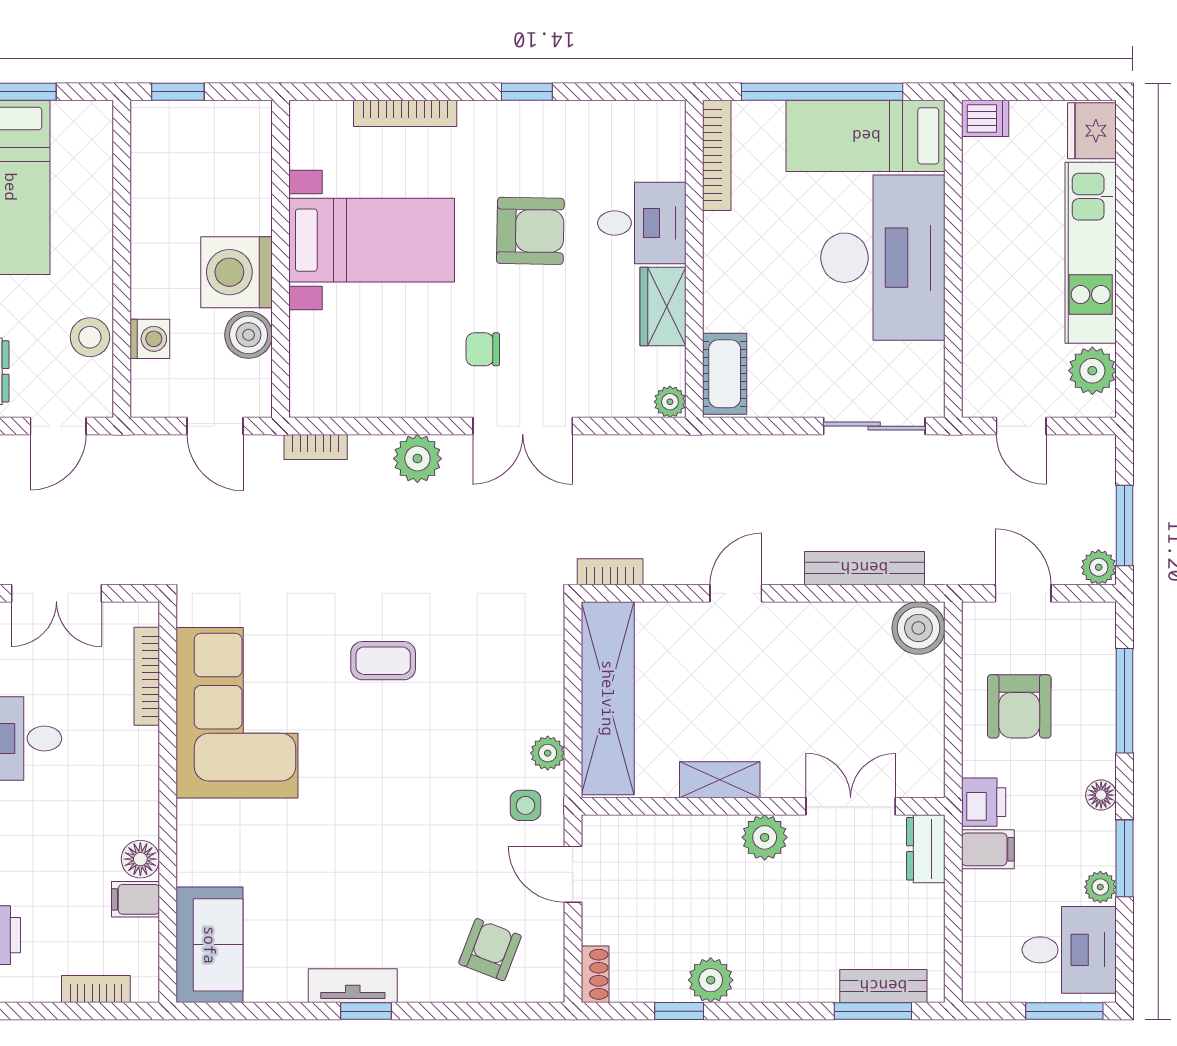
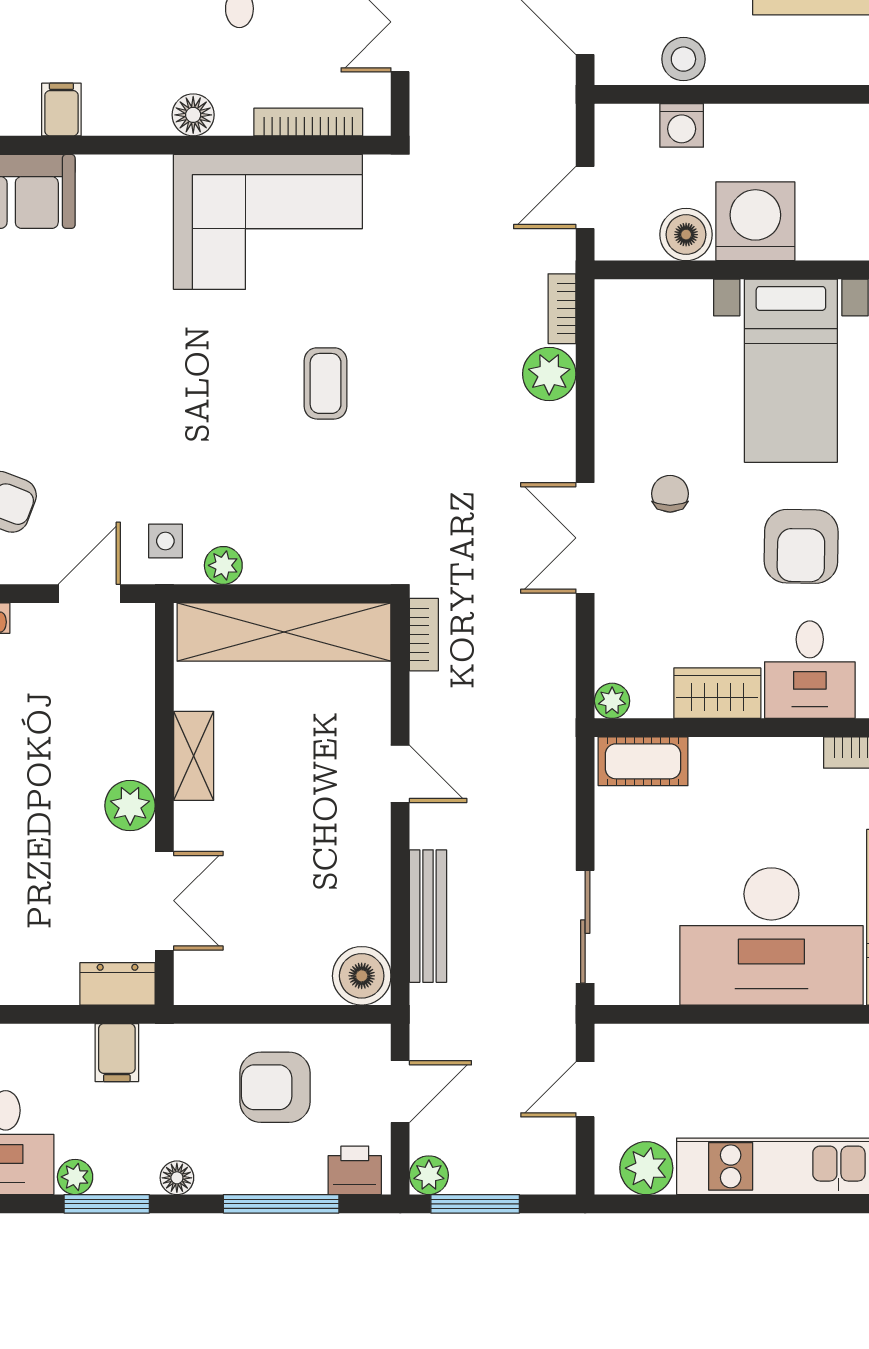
plant: (417, 459) -> (549, 374), moved
printer: (984, 802) -> (355, 1170), moved, turned 180
floor lamp: (140, 859) -> (193, 115), moved

